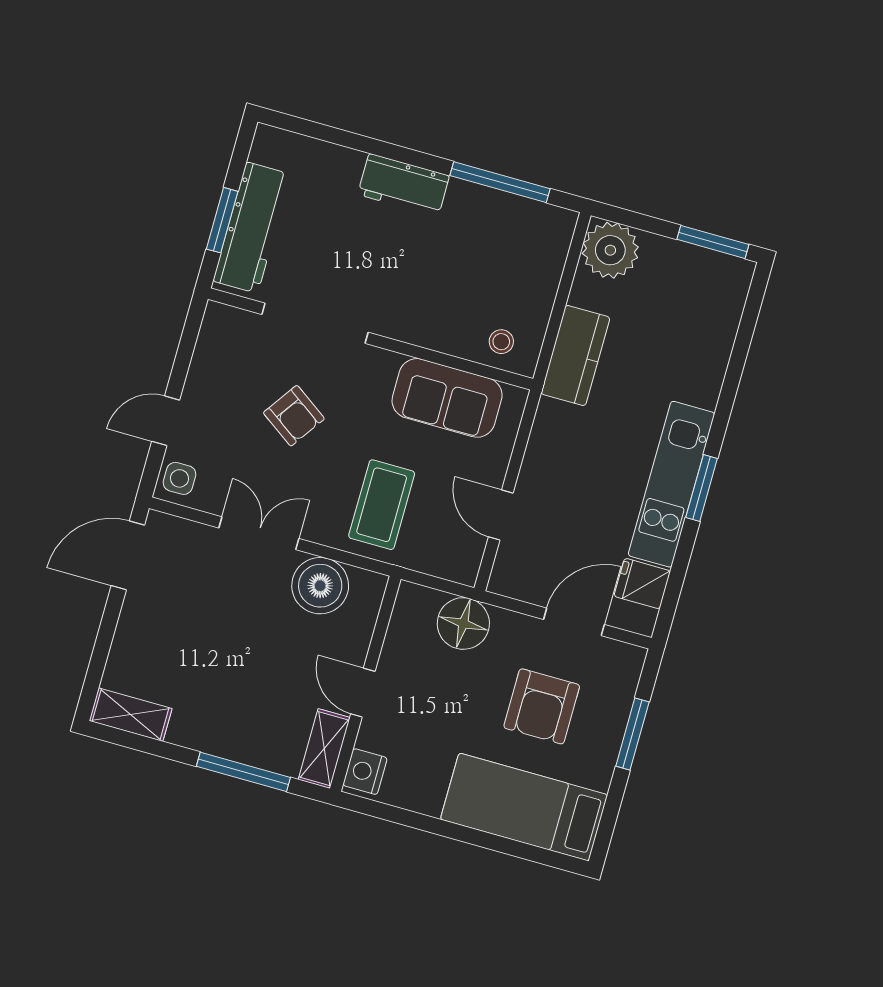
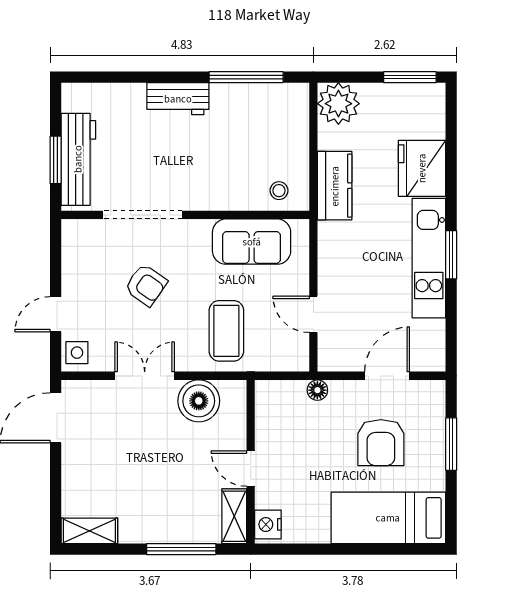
fridge: (642, 584) -> (422, 168), moved, width x1.88, depth x1.34
floor lamp: (463, 623) -> (317, 390), width x0.53, depth x0.53

